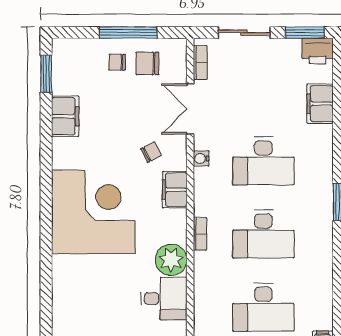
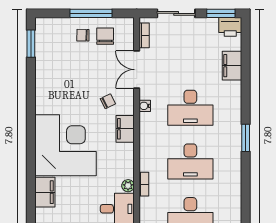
chair: (147, 63) -> (105, 36), turned 90
filing cabinet: (65, 116) -> (45, 192), moved
bookcase: (200, 234) -> (144, 184), moved
plant: (171, 260) -> (128, 186), width x0.53, depth x0.53

